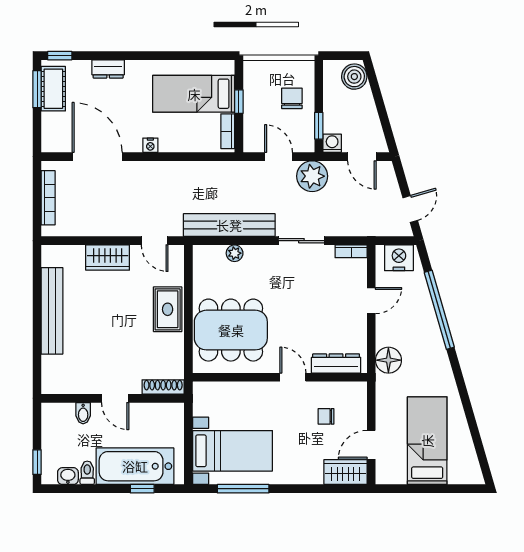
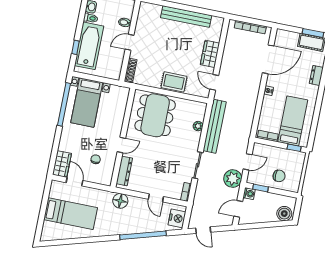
window: (239, 102) -> (294, 148), moved
door: (155, 241) -> (214, 82), hinge flipped
window: (243, 489) -> (64, 104), width x1.46

